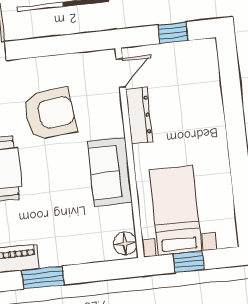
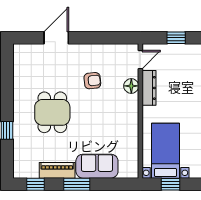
armchair: (50, 114) -> (92, 81), width x0.53, depth x0.53
sofa: (110, 172) -> (97, 166), moved, turned 90
floor lamp: (125, 244) -> (131, 86), moved

